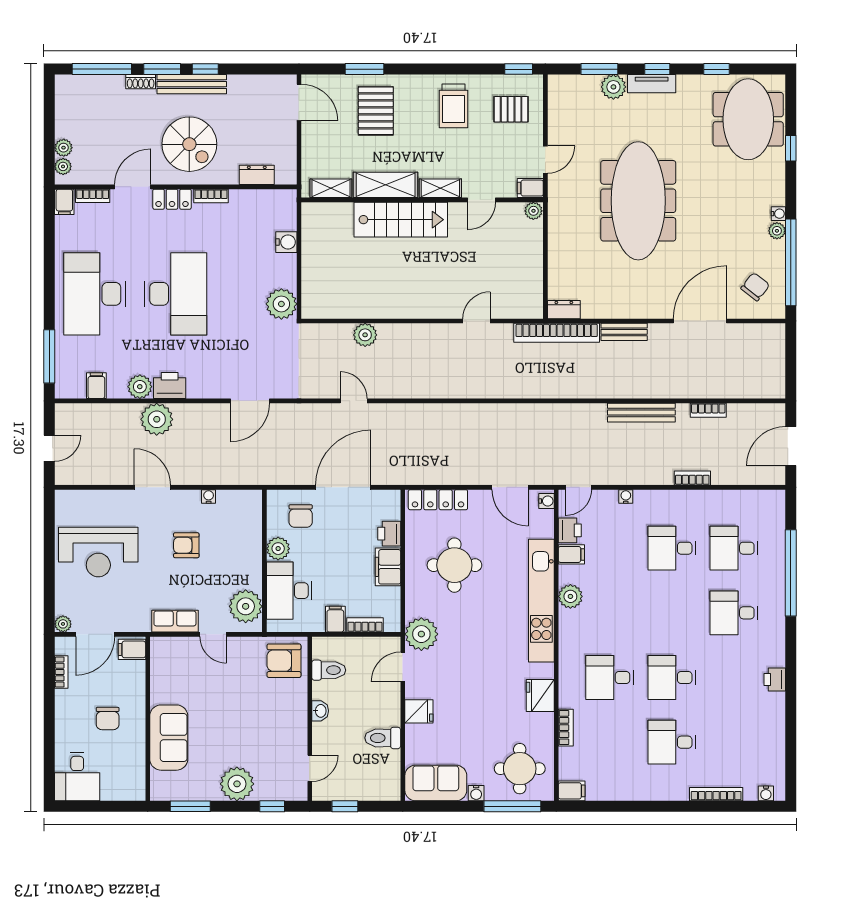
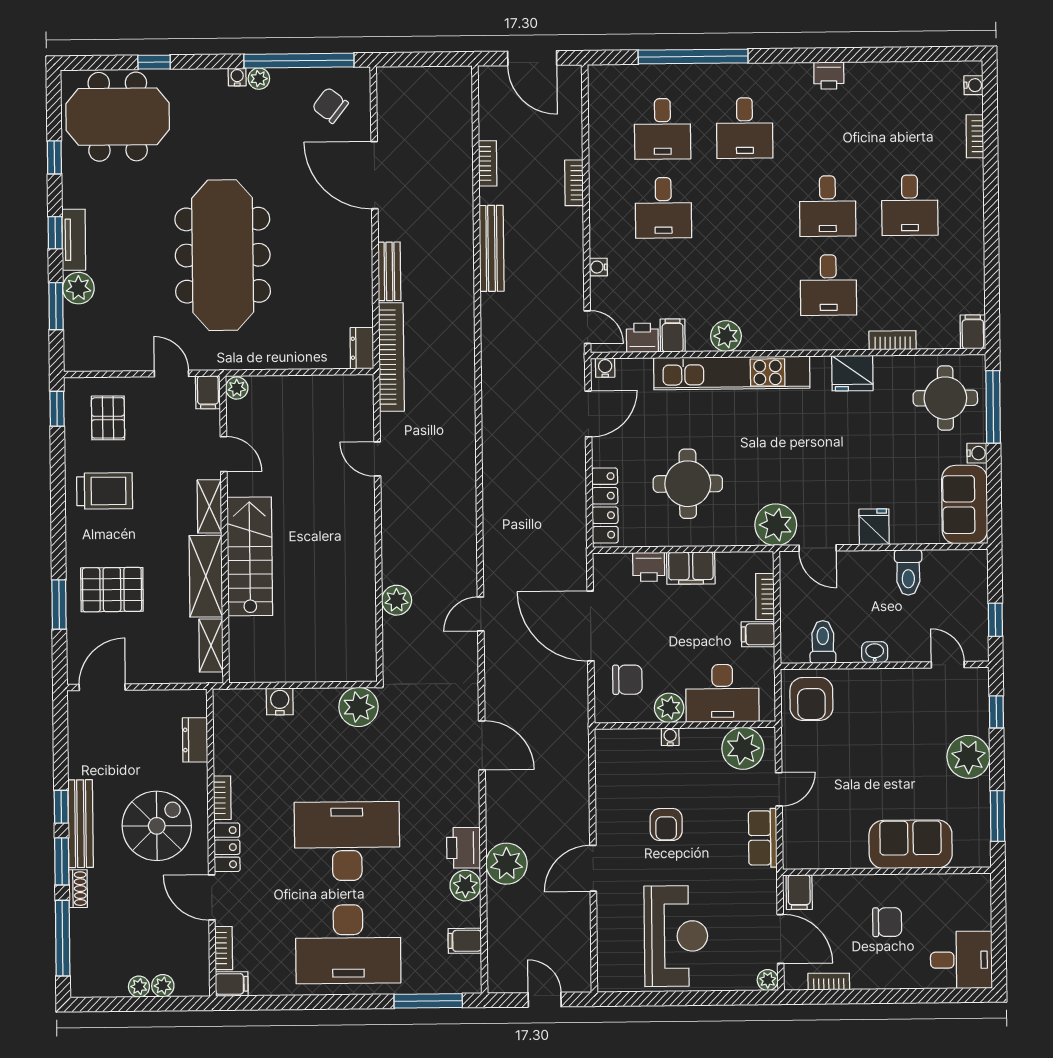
plant: (63, 166) -> (139, 987), moved
meeting table: (638, 201) -> (223, 255), turned 90
water cooler: (209, 496) -> (670, 737), moved, turned 90
bookcase: (716, 794) -> (975, 136), width x0.64

